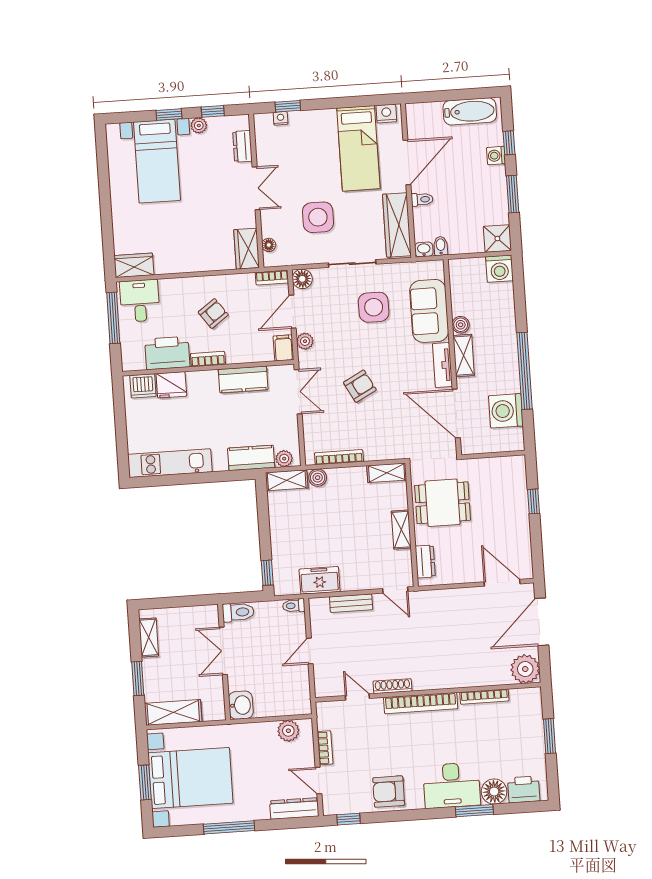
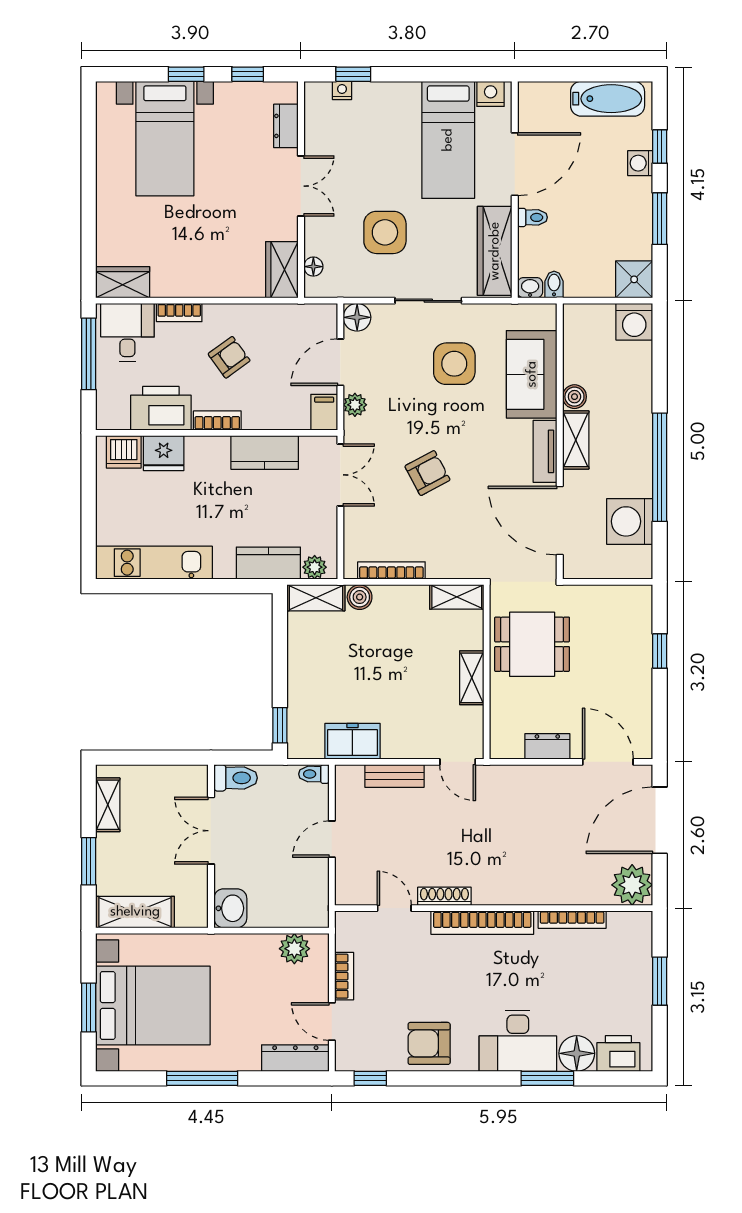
plant: (199, 125) -> (227, 93), removed
bookcase: (272, 278) -> (179, 313), moved
dresser: (425, 562) -> (547, 746), moved, turned -90

